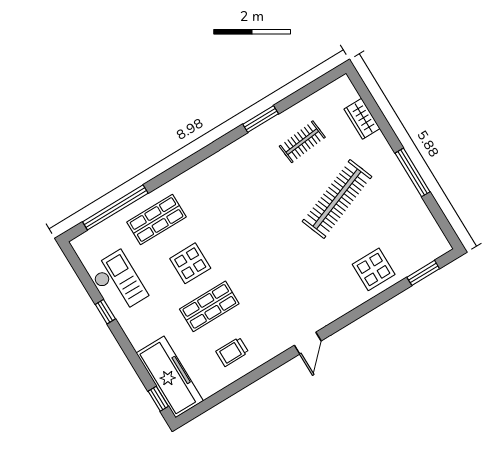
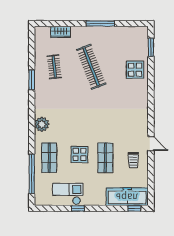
plant: (201, 176) -> (42, 124), added
door: (308, 343) -> (151, 144), moved

